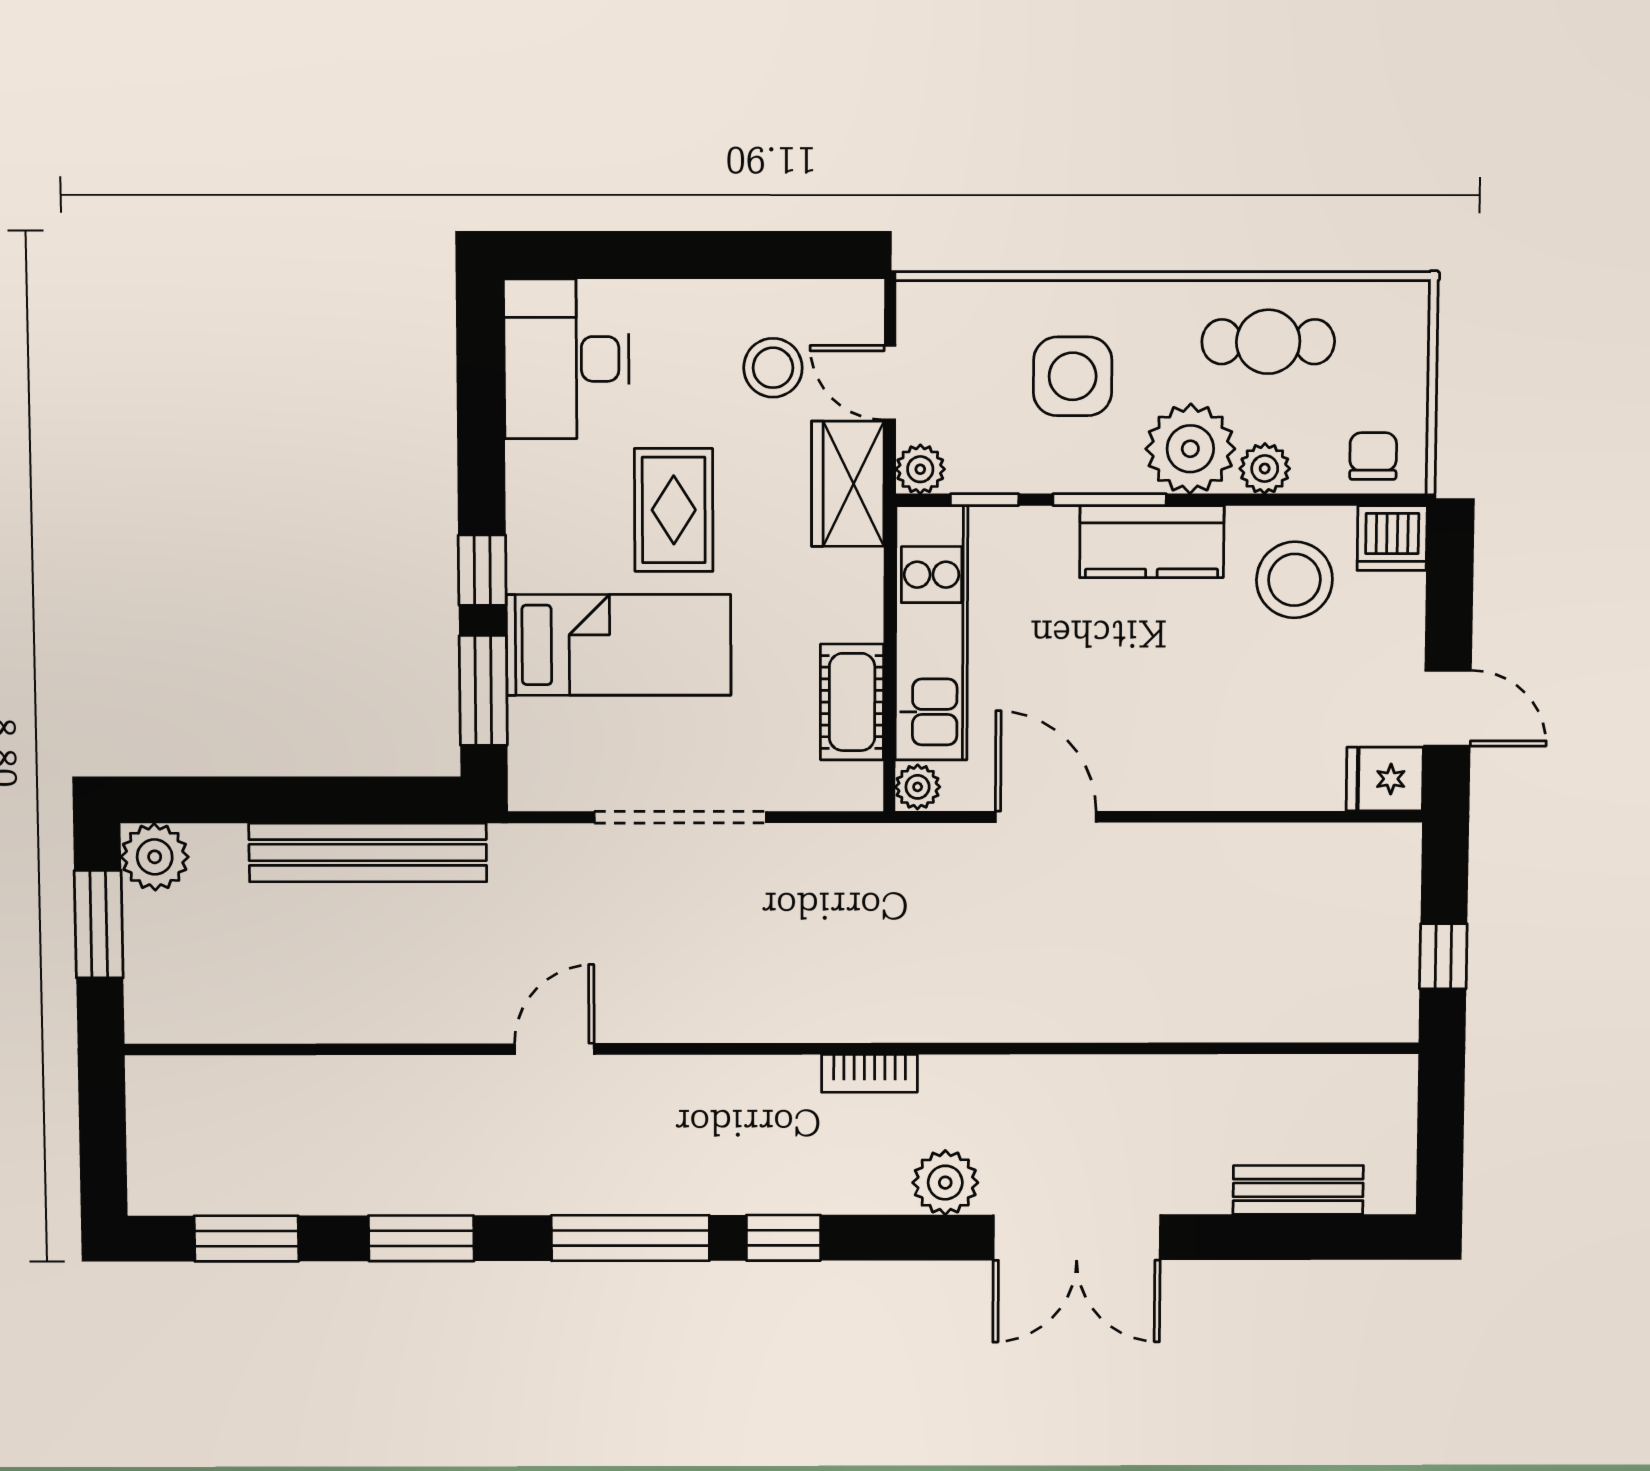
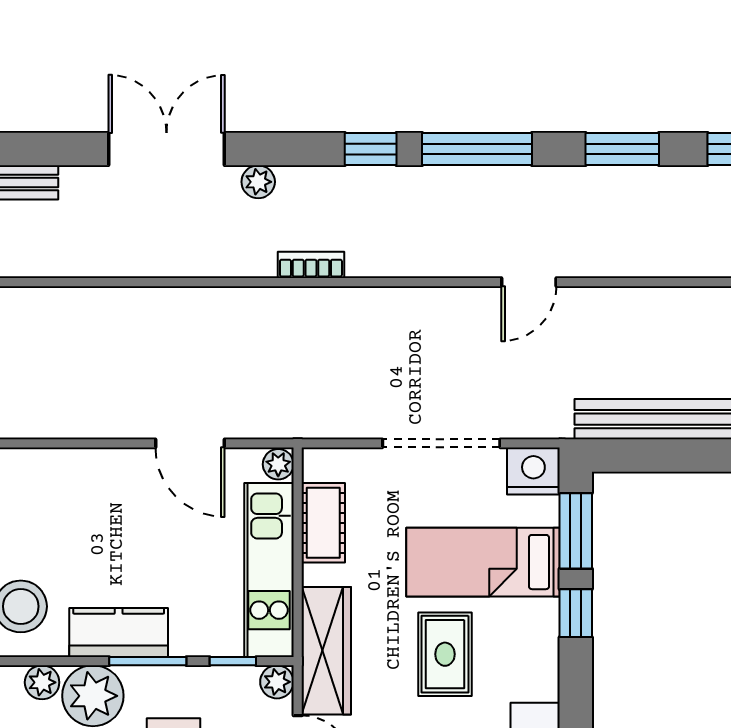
wardrobe: (848, 484) -> (326, 651), width x1.50
nightstand: (546, 777) -> (533, 471), added
plant: (945, 1183) -> (258, 182), width x0.73, depth x0.73

